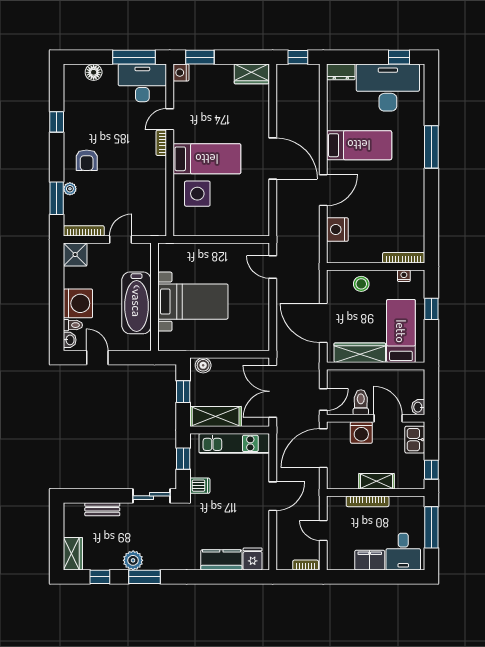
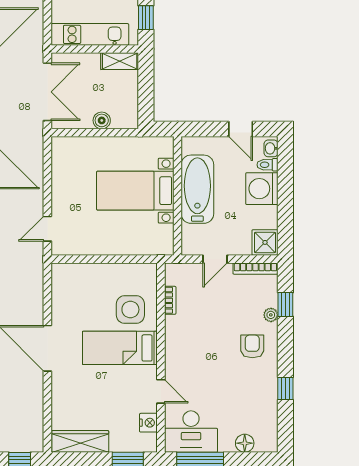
nightstand: (181, 73) -> (148, 423), moved
wardrobe: (251, 74) -> (80, 441), width x1.50
door: (170, 119) -> (161, 391), hinge flipped
bookcase: (161, 143) -> (170, 300), moved
window: (57, 198) -> (285, 304), width x0.67
door: (273, 267) -> (47, 229), swing flipped
boiler: (203, 365) -> (102, 120), moved
window: (183, 392) -> (146, 91), removed
shelving: (216, 416) -> (120, 61), width x0.67, depth x0.75

